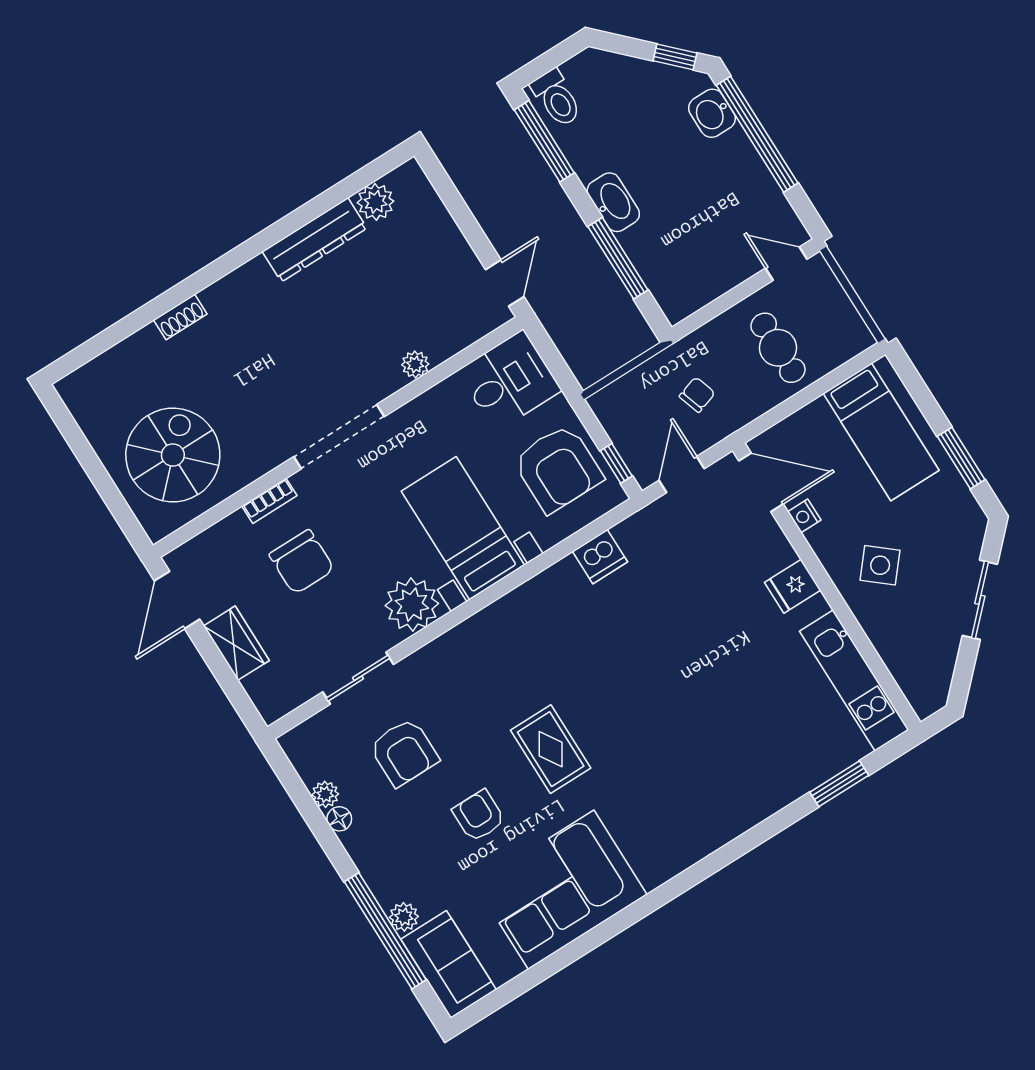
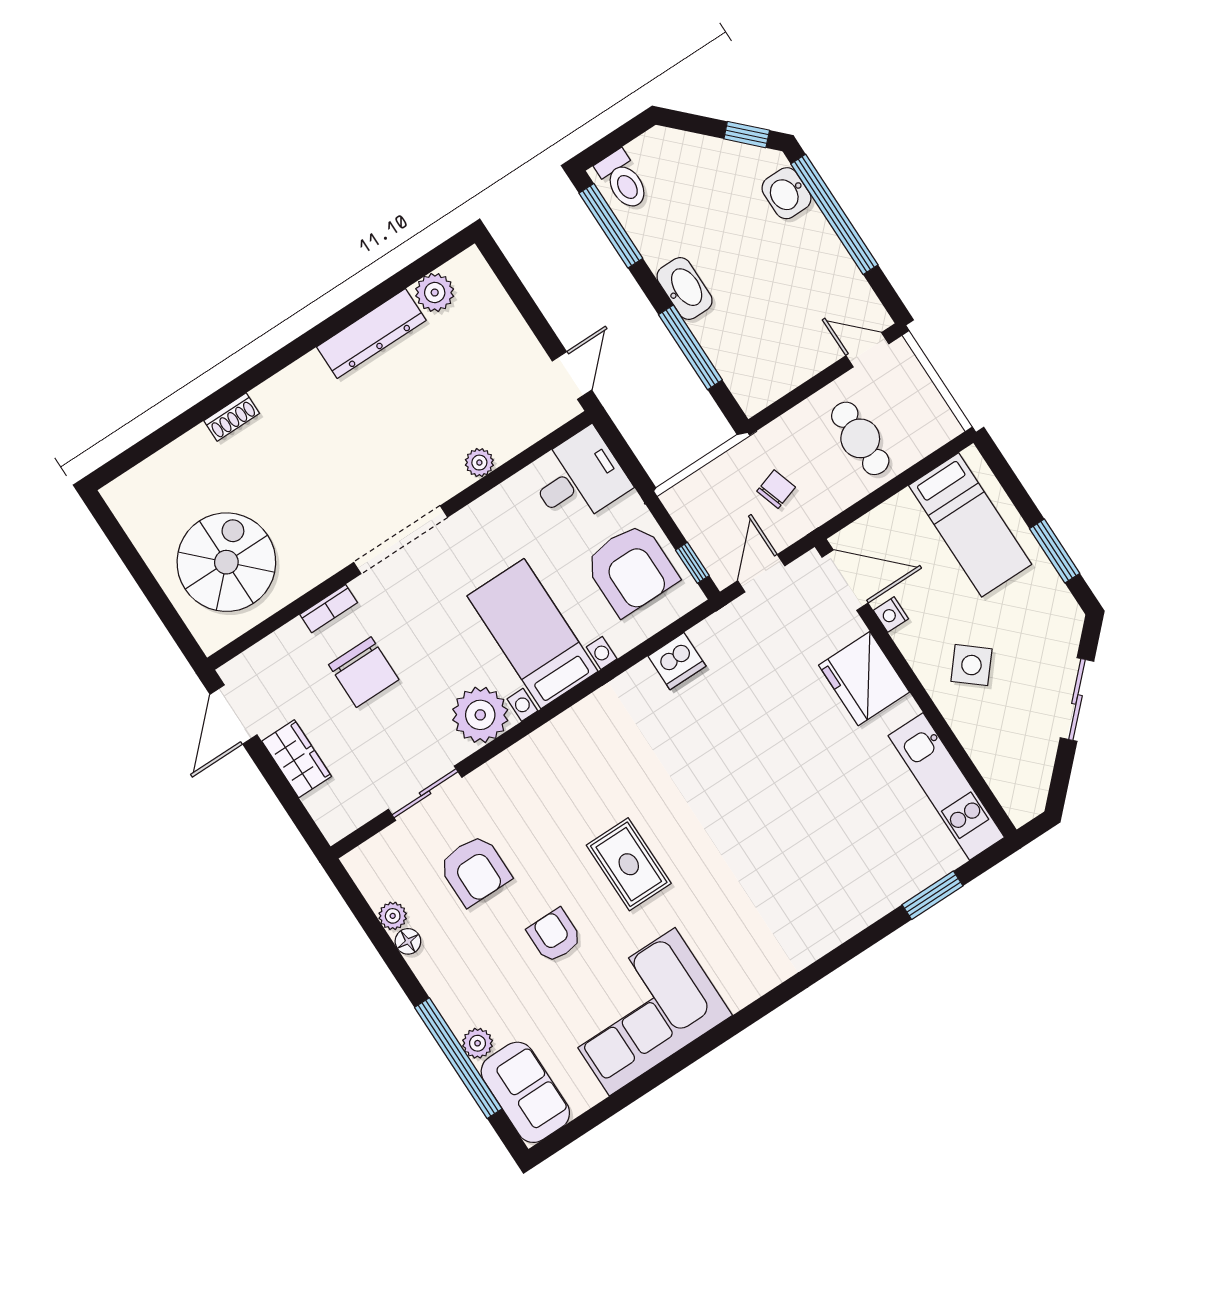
fridge: (793, 586) -> (864, 679), width x1.88, depth x1.34

